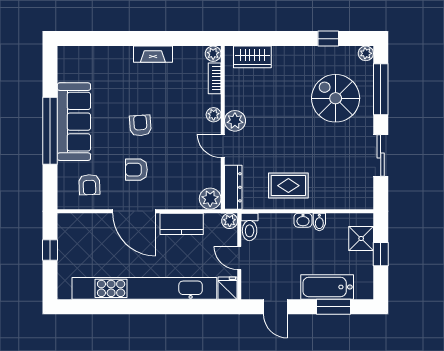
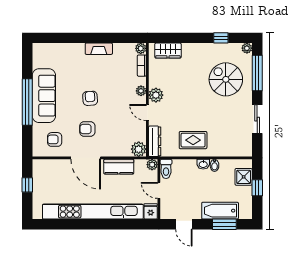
armchair: (89, 185) -> (55, 139), turned 92

